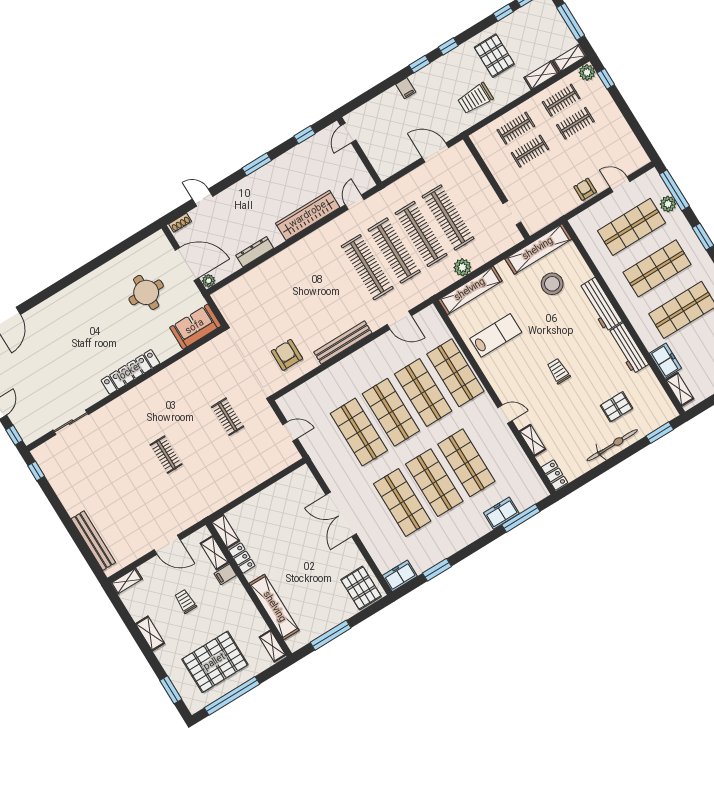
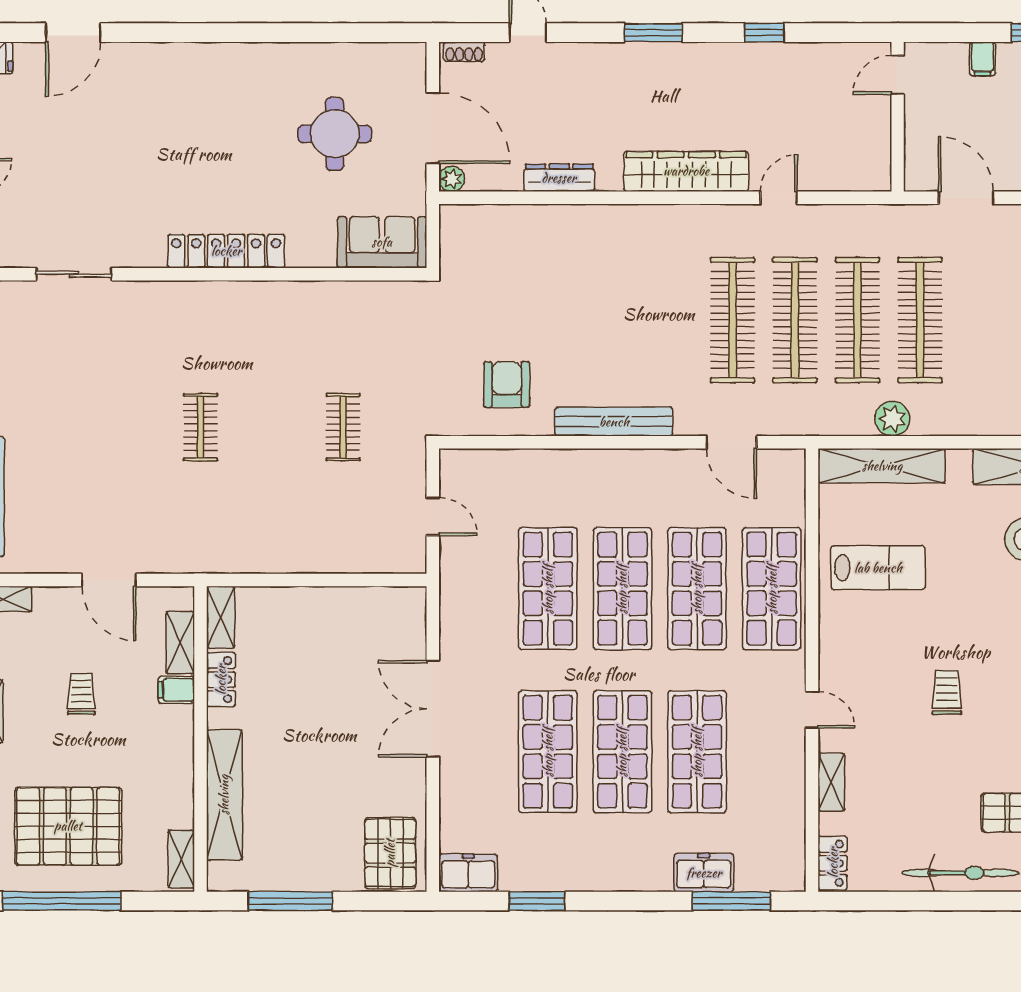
door: (348, 133) -> (898, 75), moved
wall: (359, 151) -> (898, 117), moved

